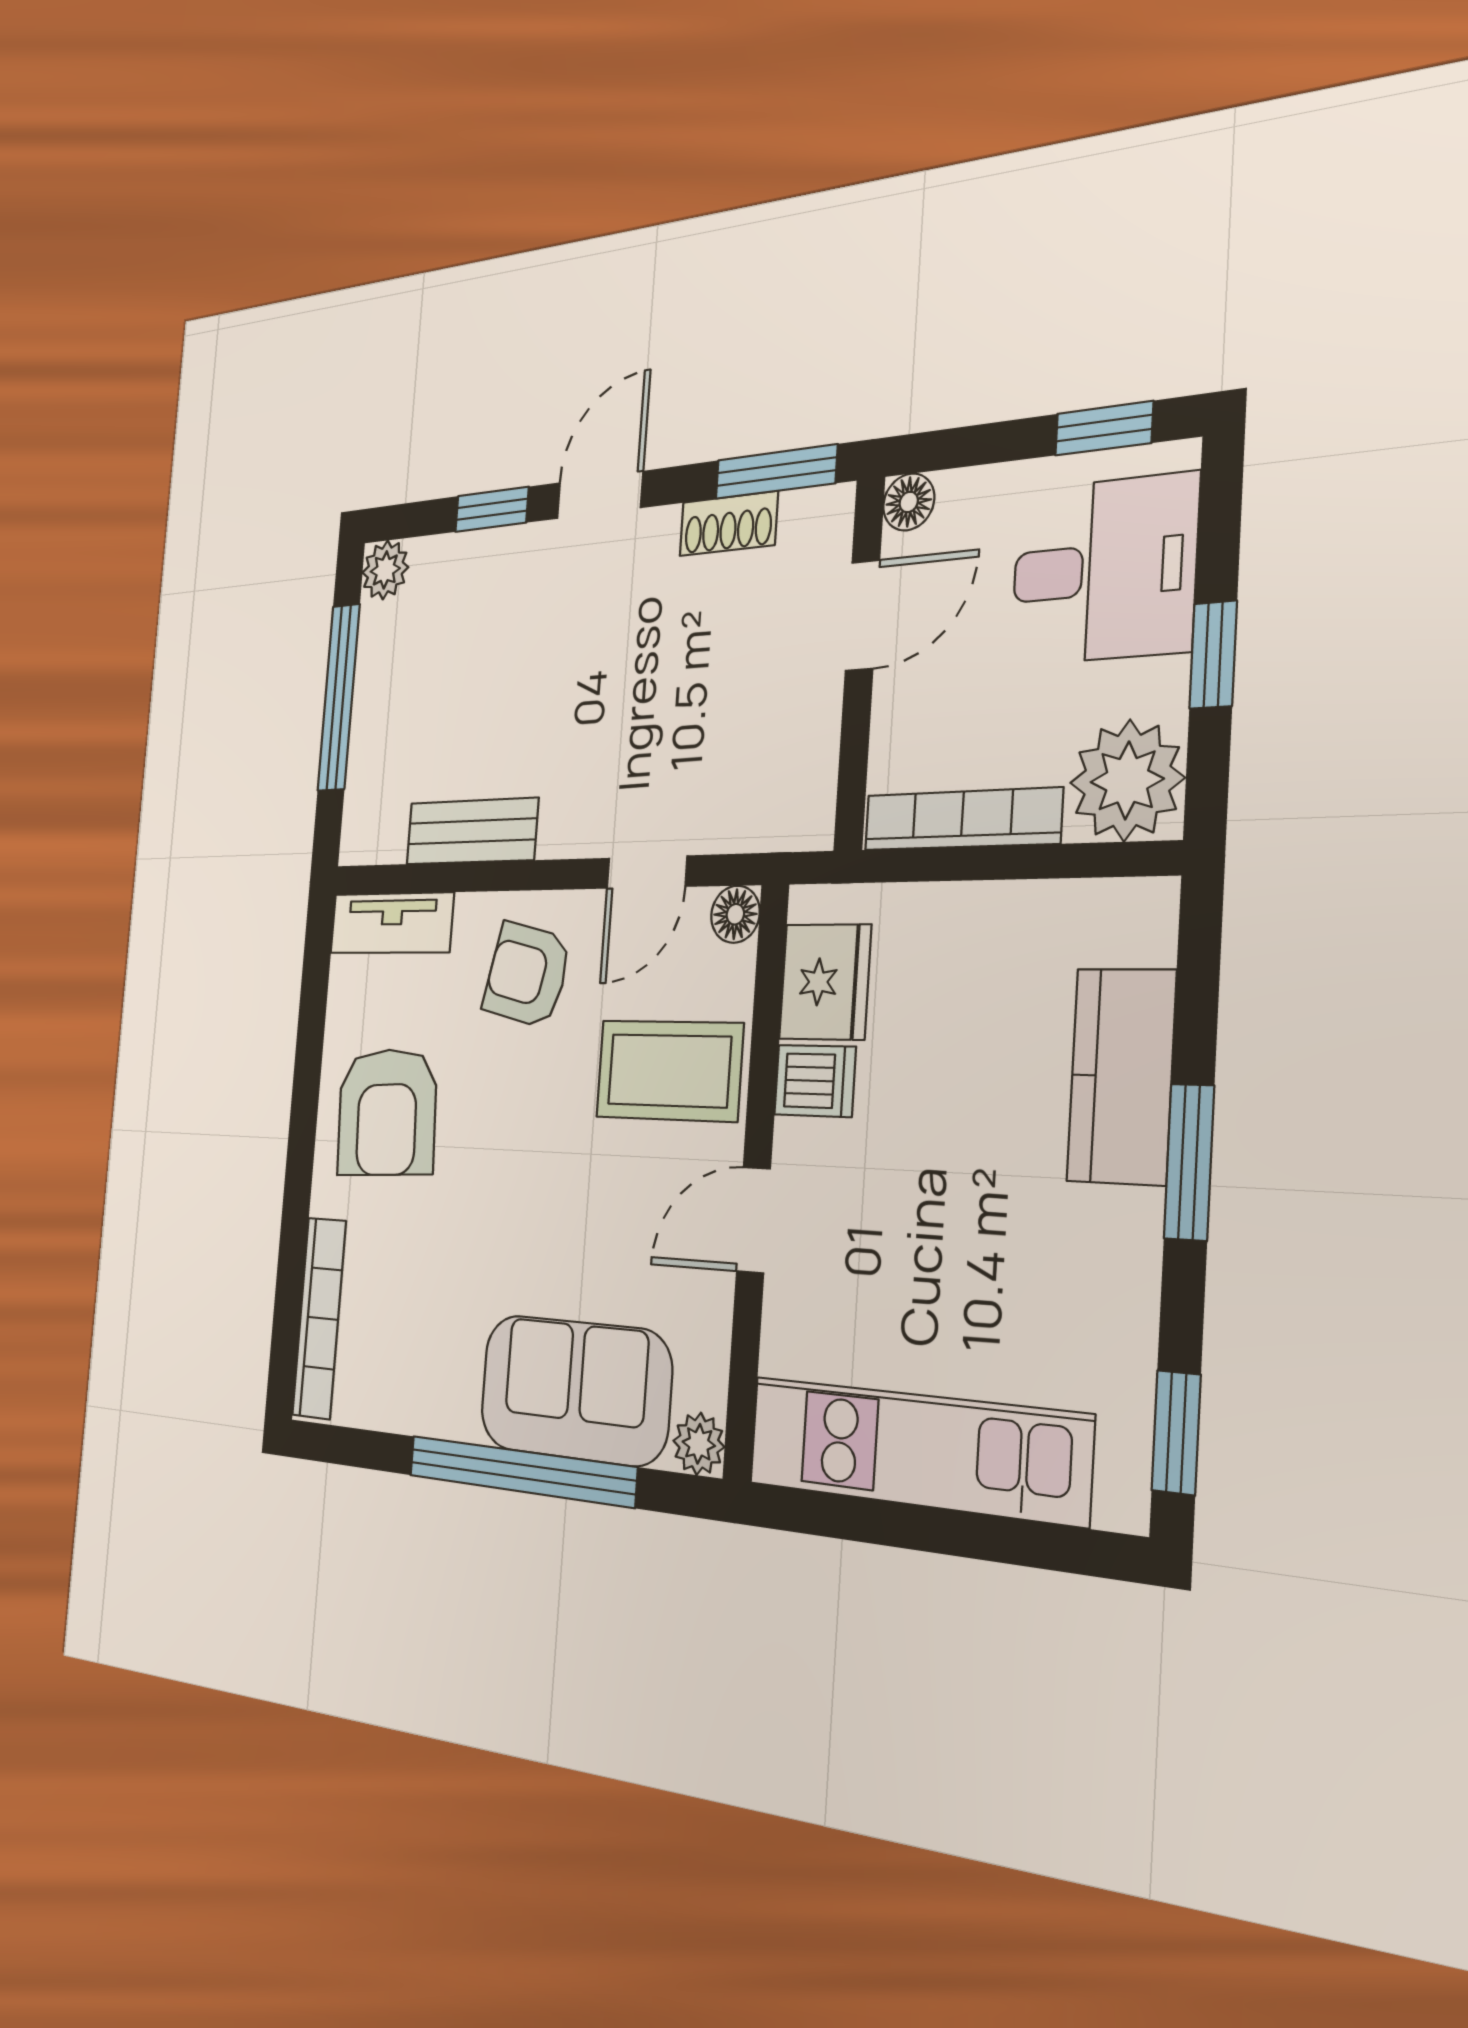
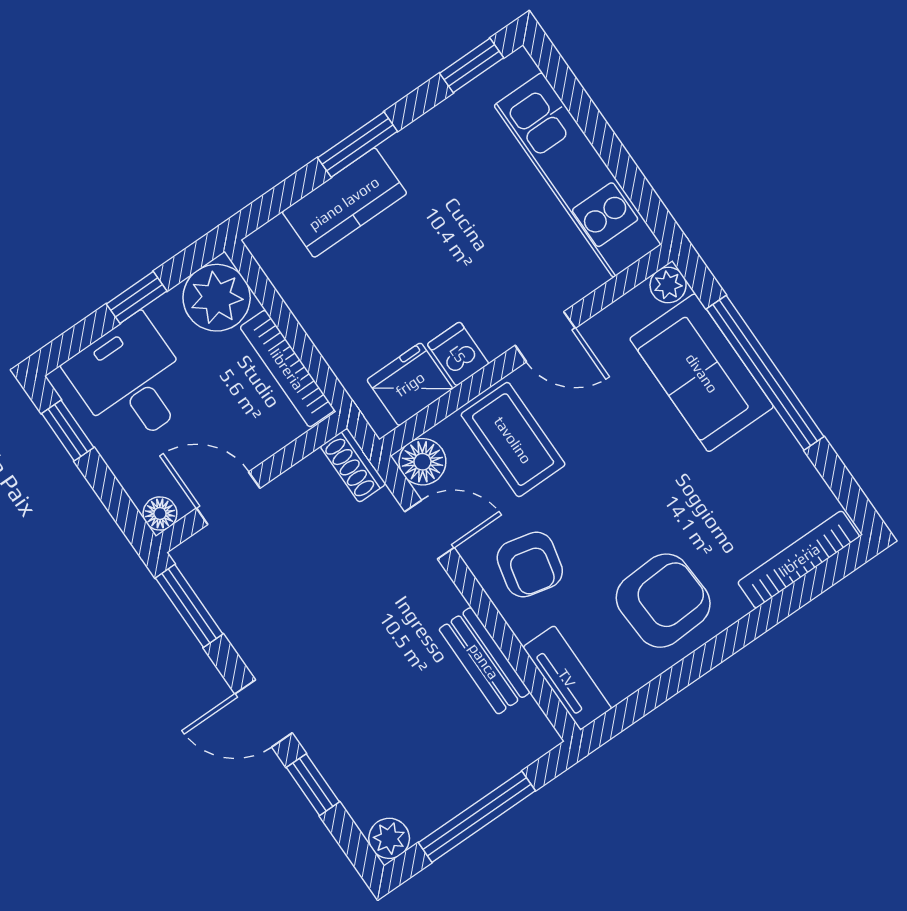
shoe rack: (729, 524) -> (353, 465), moved, turned 180
floor lamp: (735, 914) -> (422, 462), width x1.37, depth x1.37

